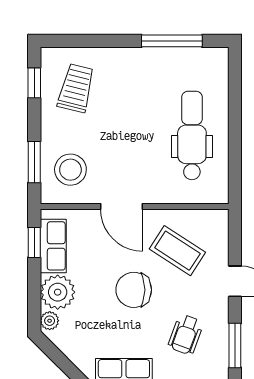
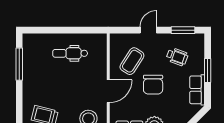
dental chair: (192, 135) -> (70, 53), width x0.73, depth x0.72

